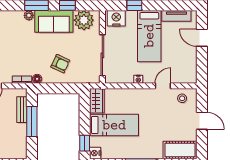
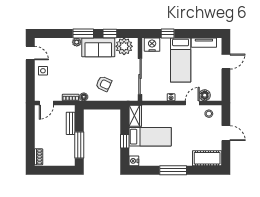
door: (202, 38) -> (226, 62), swing flipped
floor lamp: (177, 77) -> (205, 95), added
window: (32, 121) -> (79, 145), moved
window: (85, 143) -> (125, 141), moved

